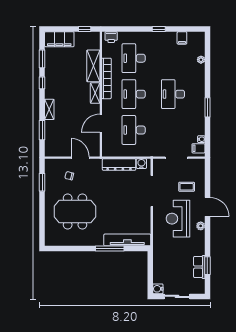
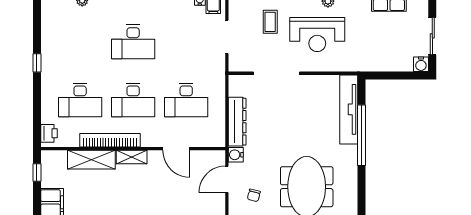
filing cabinet: (182, 38) -> (50, 29), removed
water cooler: (141, 164) -> (236, 155), moved
window: (110, 249) -> (362, 135), width x1.46

